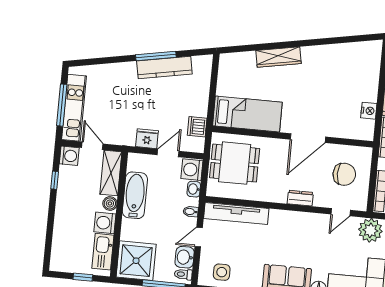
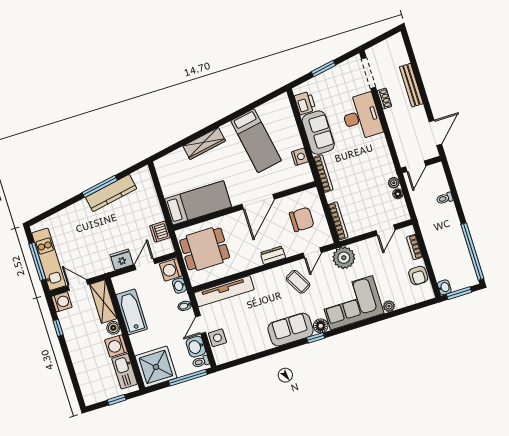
bed: (332, 76) -> (256, 141), added
coffee table: (314, 235) -> (298, 282), added
side table: (222, 272) -> (217, 338), moved

